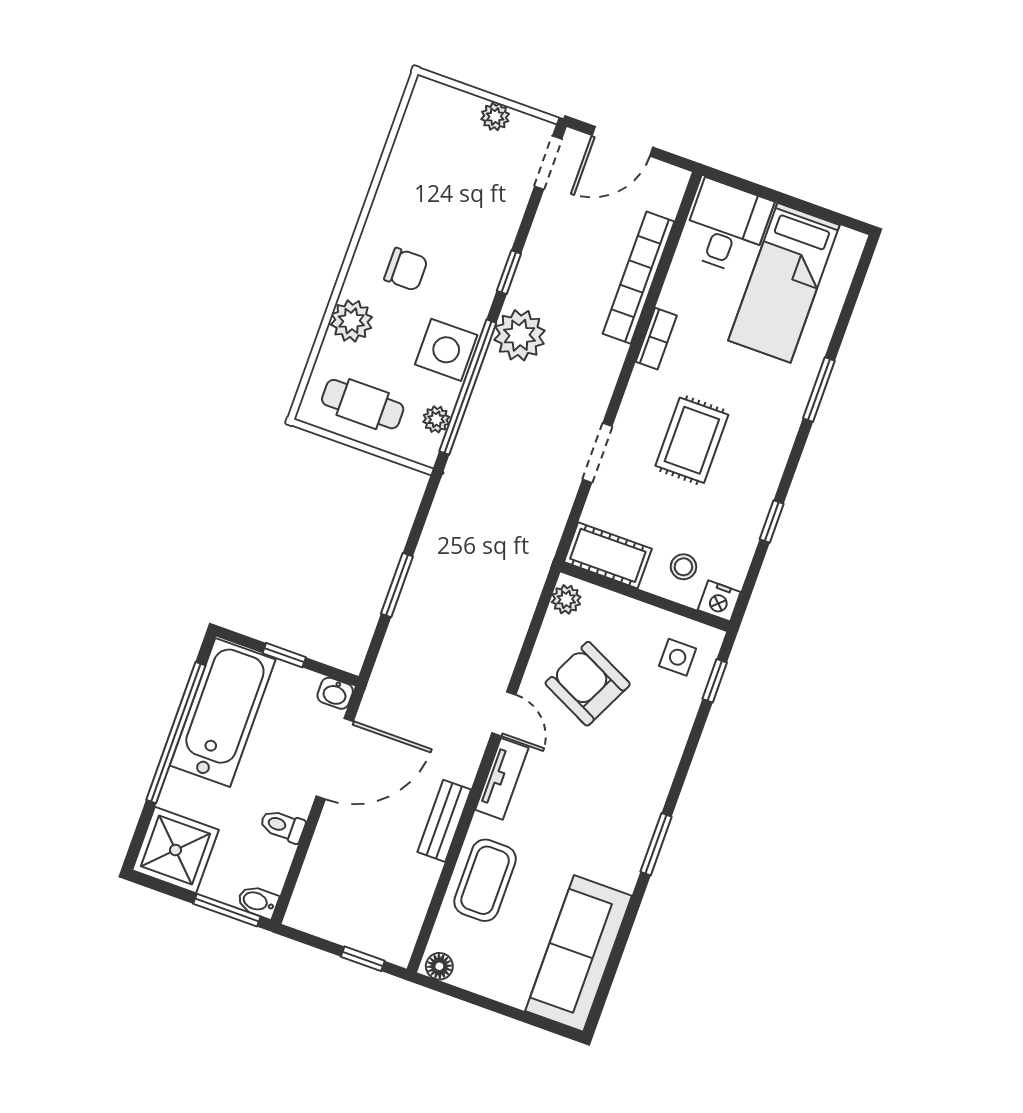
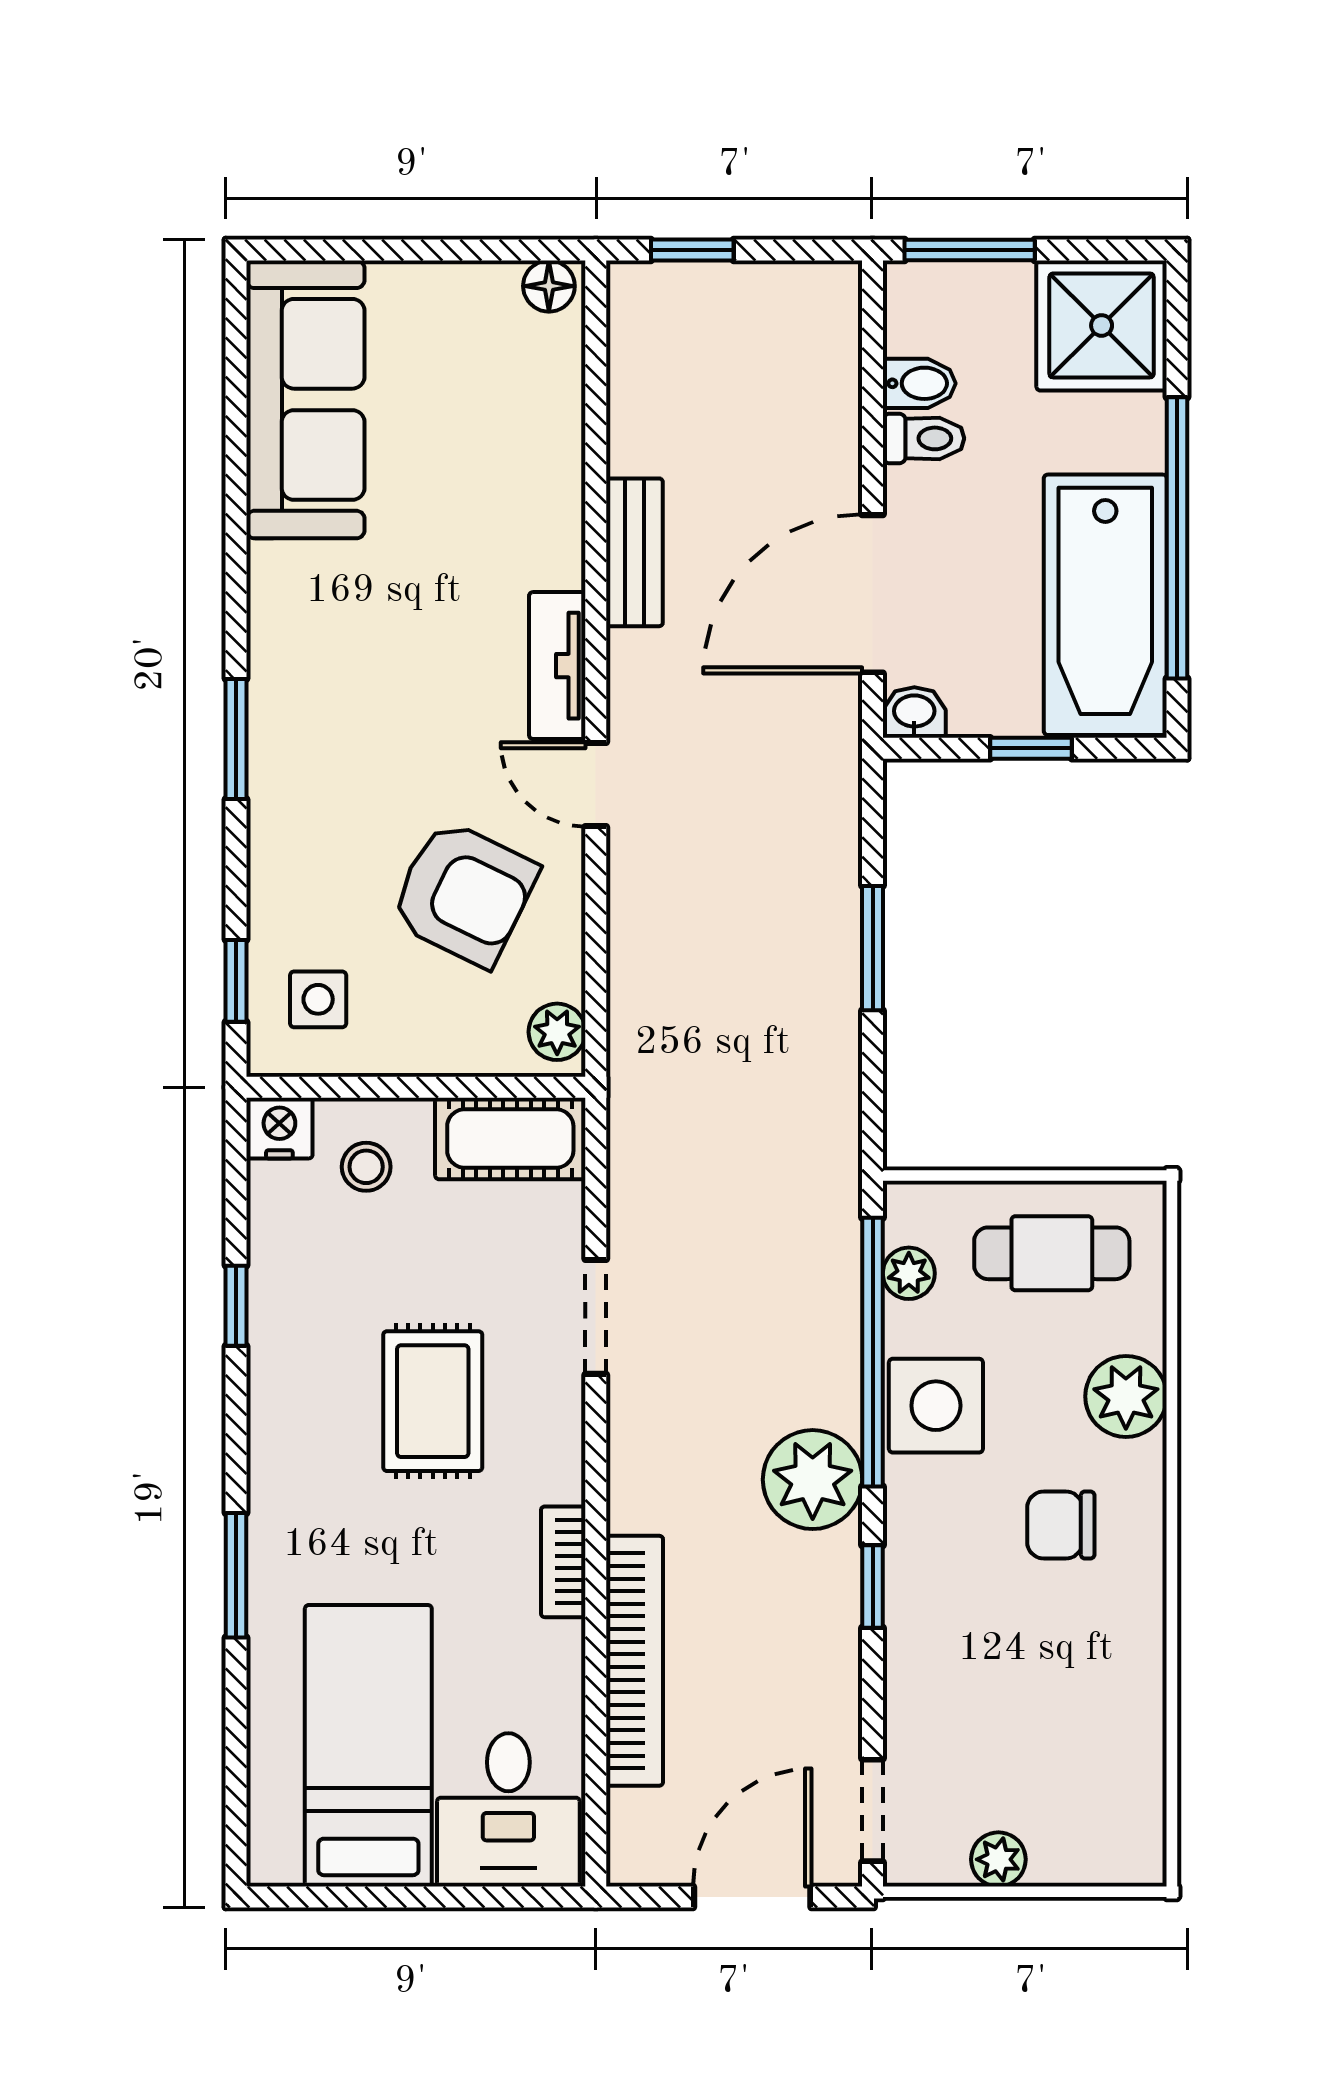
window: (656, 844) -> (236, 739), moved
coffee table: (485, 880) -> (522, 471), removed
bidet: (258, 902) -> (919, 383), moved

